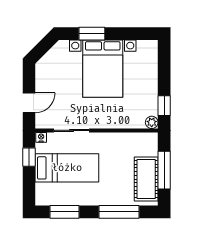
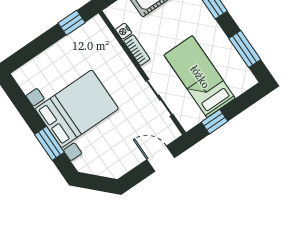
plant: (152, 122) -> (97, 24), removed
nightstand: (41, 137) -> (124, 31), moved
bookcase: (115, 137) -> (137, 50), added

